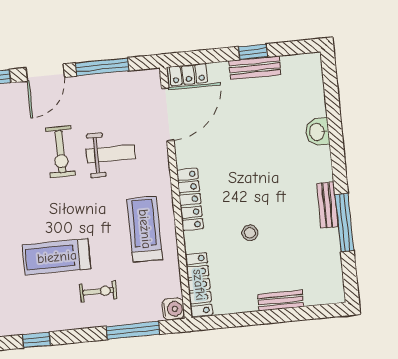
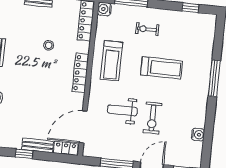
bench: (255, 68) -> (37, 145), moved
exercise bike: (60, 152) -> (152, 118), turned 180
treadmill: (57, 257) -> (162, 68), moved

